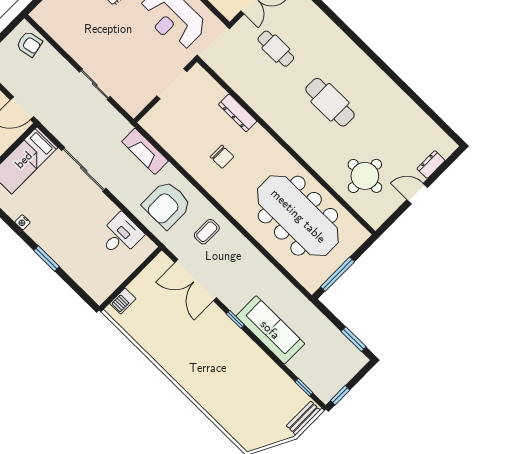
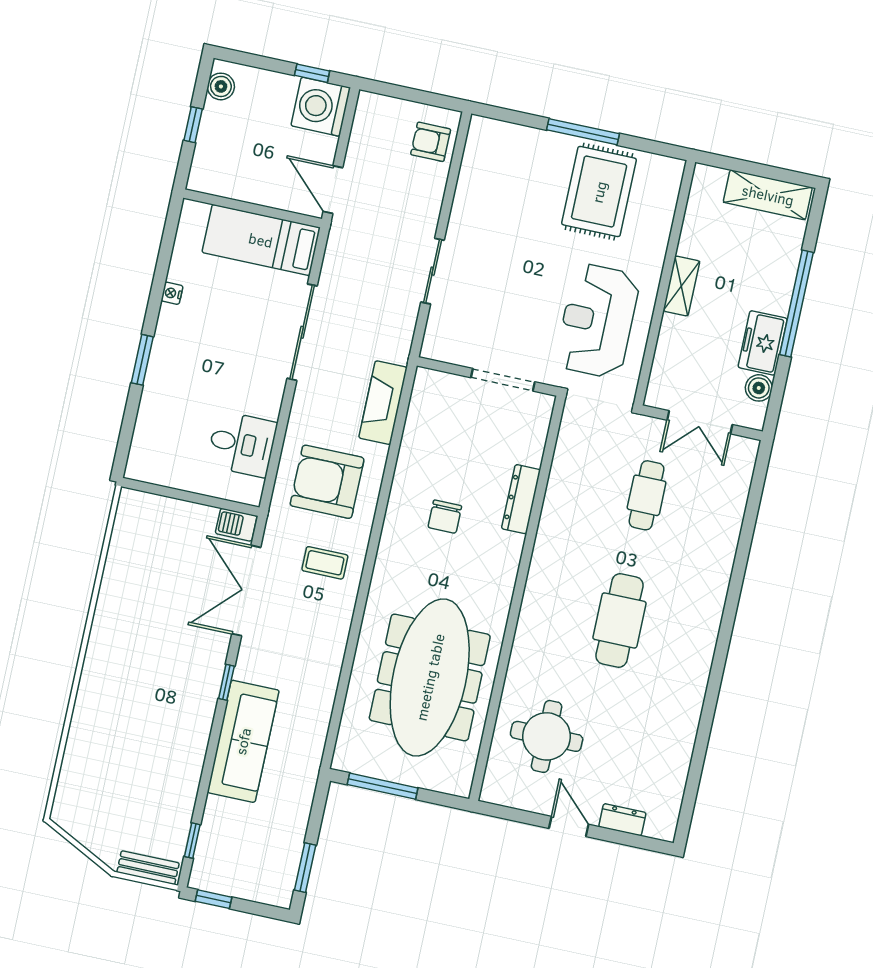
armchair: (29, 44) -> (431, 142), turned 101
barbecue: (123, 301) -> (236, 525), moved

